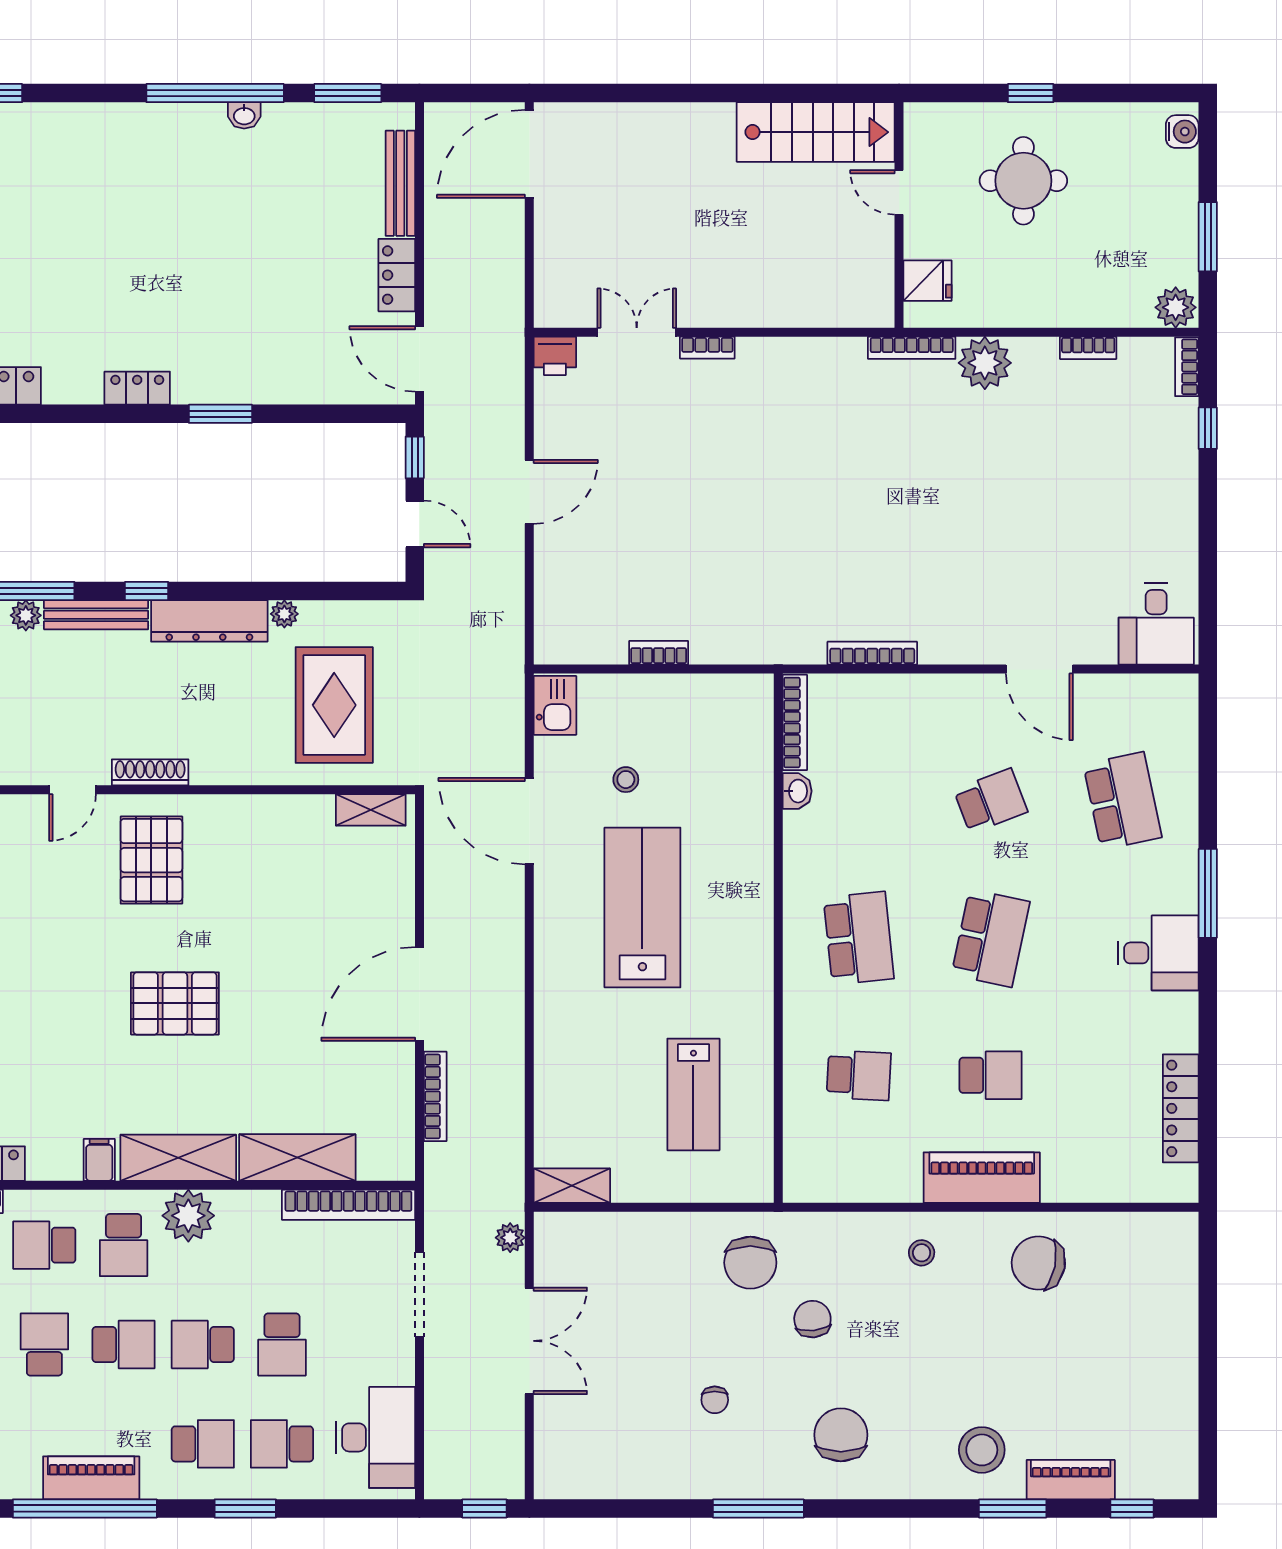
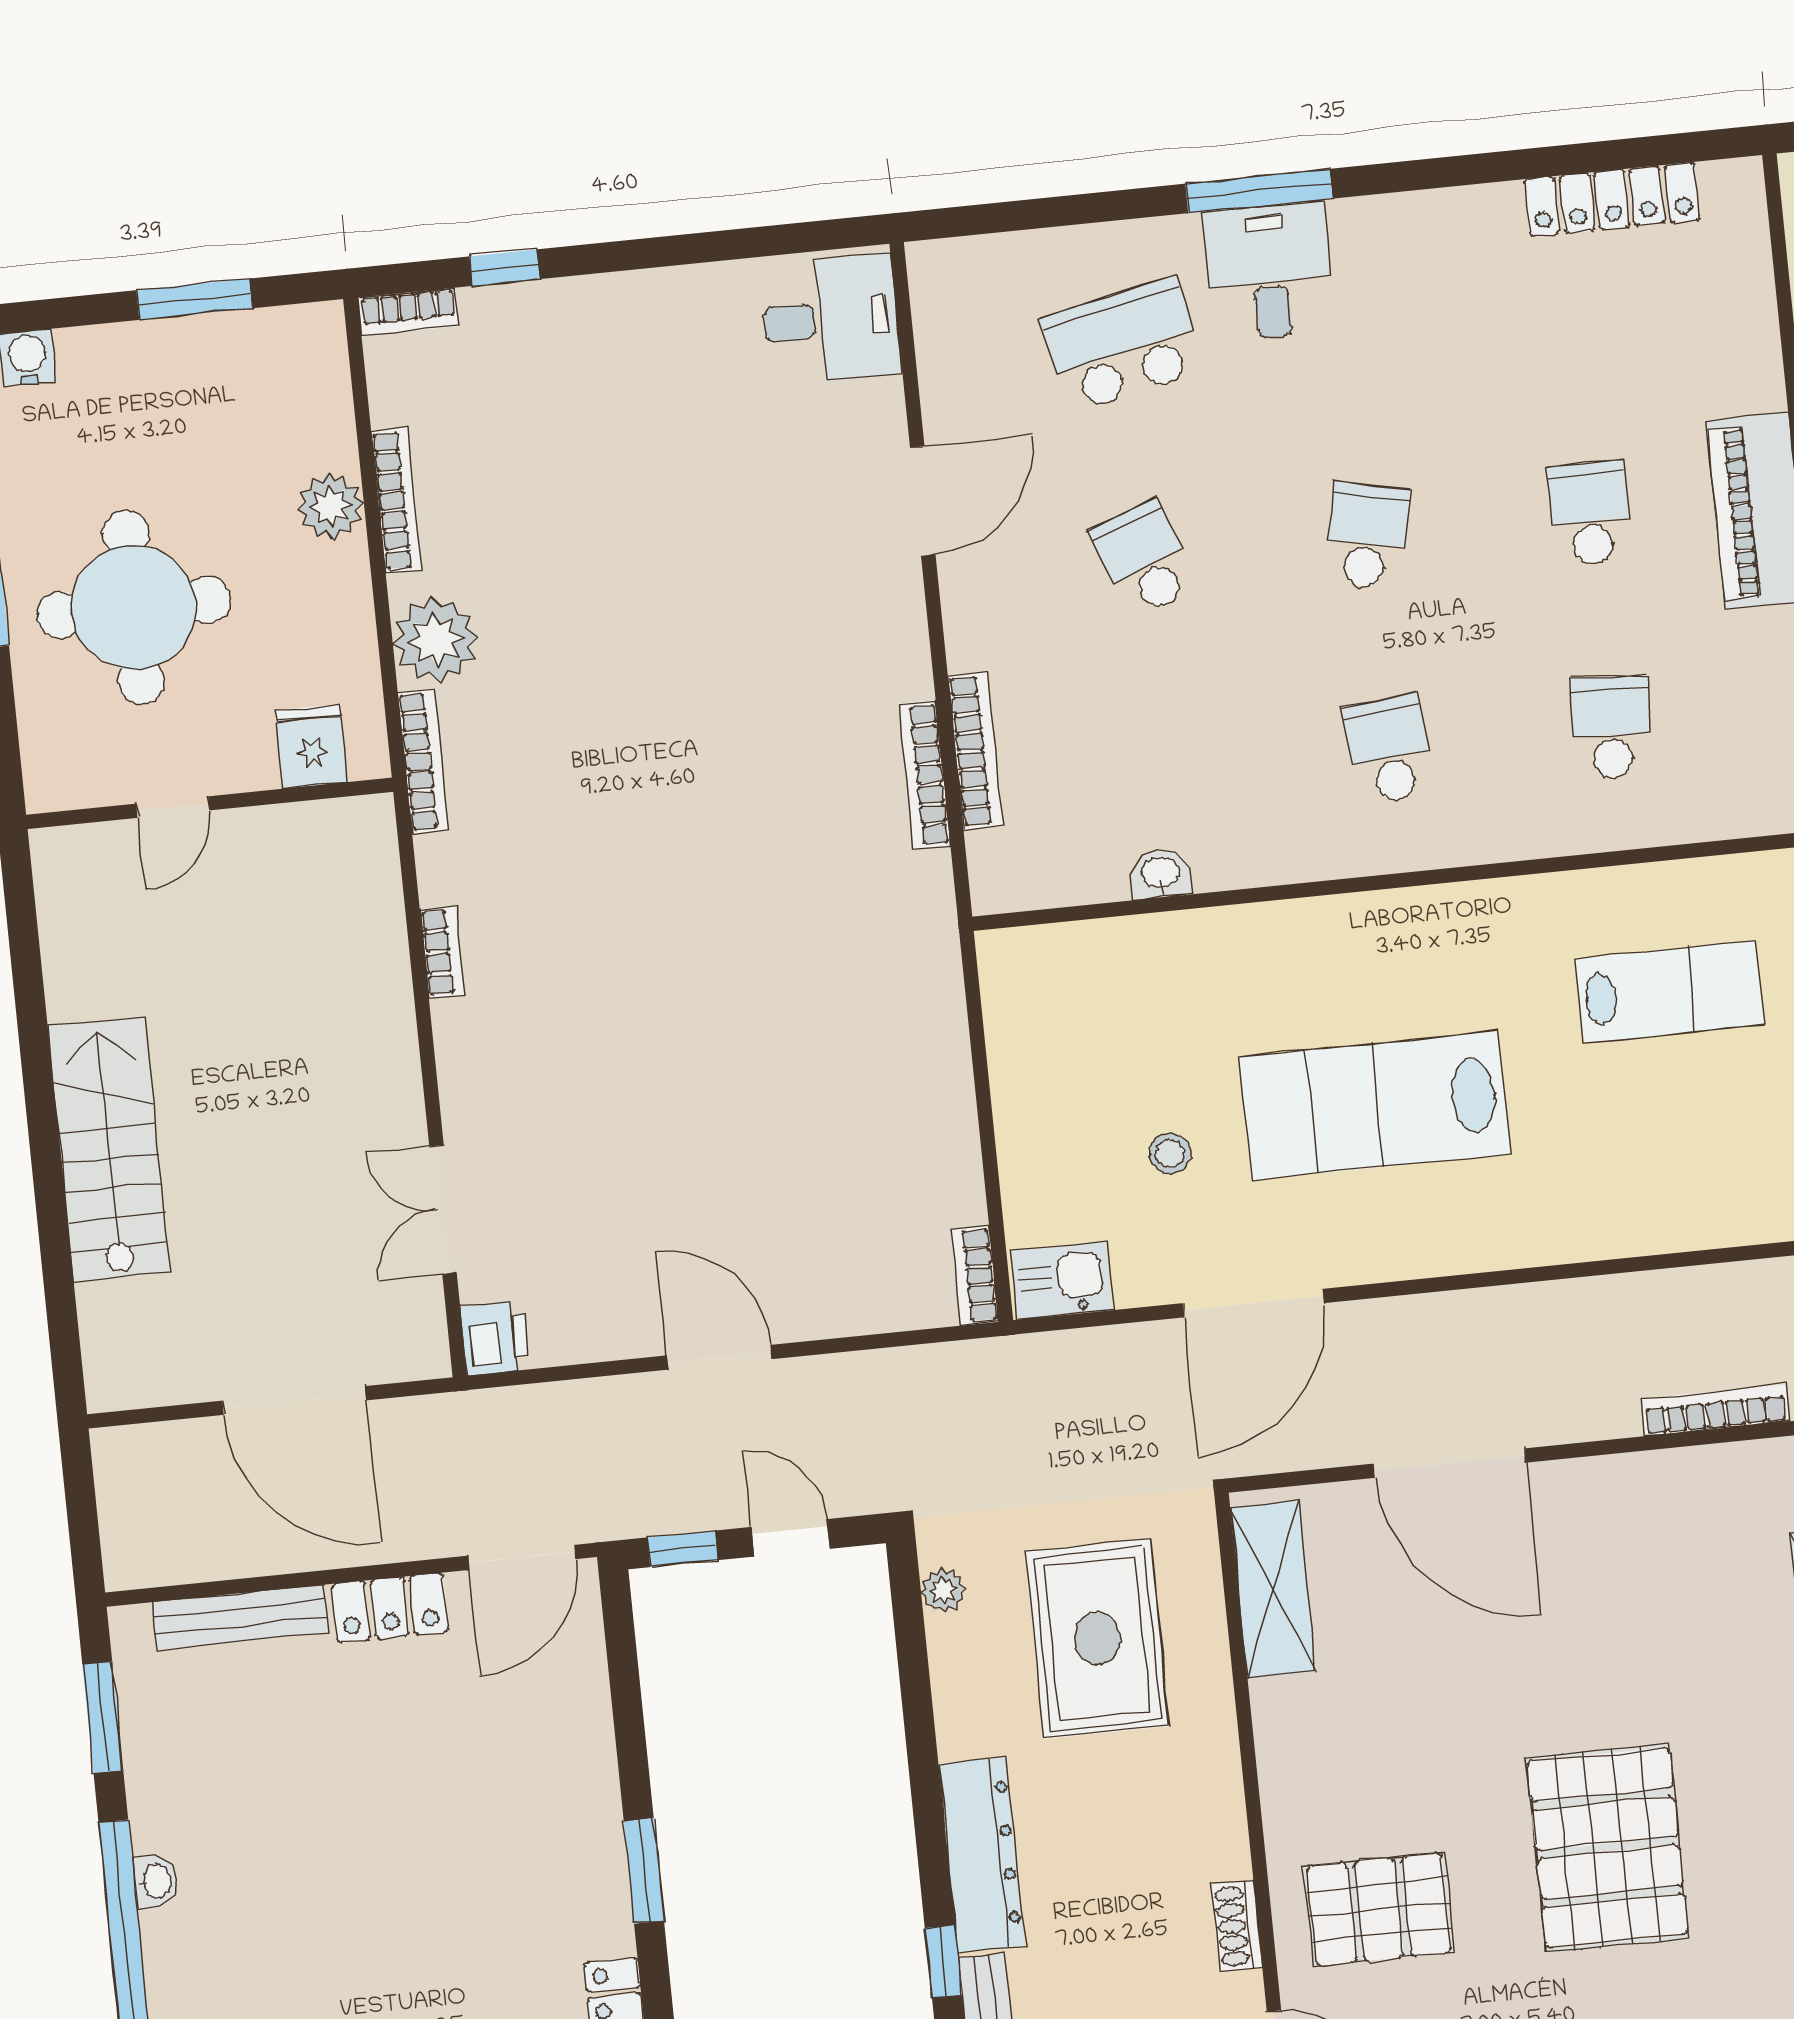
stairs: (816, 132) -> (109, 1149), moved
door: (529, 154) -> (294, 1401), moved
round table: (1023, 181) -> (134, 607), width x1.36, depth x1.36
plant: (1176, 307) -> (331, 506), moved
bookcase: (707, 348) -> (442, 952), moved
bookcase: (1088, 348) -> (397, 500), width x1.56
door: (415, 524) -> (790, 1538), hinge flipped
plant: (284, 614) -> (943, 1590), moved
bookcase: (659, 653) -> (975, 1276), moved
rug: (334, 705) -> (1097, 1639), turned 90
bookcase: (795, 722) -> (975, 751), moved, turned 90
shoe rack: (150, 772) -> (1237, 1926), width x0.70
shelving: (371, 810) -> (1273, 1590), width x1.50, depth x1.33
school desk: (859, 938) -> (1389, 750), width x0.54
school desk: (991, 938) -> (1367, 536), width x0.54
desk: (1158, 953) -> (1269, 271), moved
door: (419, 994) -> (1450, 1463), moved
pallet: (175, 1003) -> (1607, 1848), width x1.37, depth x1.41

